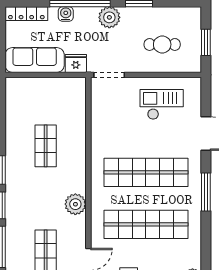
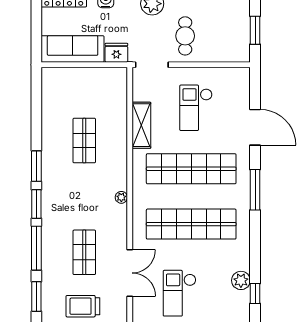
cafe table: (162, 44) -> (185, 36), moved, turned 90
checkout: (162, 104) -> (196, 108), moved, turned -90
shelving: (99, 132) -> (141, 125), added
plant: (75, 204) -> (121, 197), width x0.53, depth x0.53

